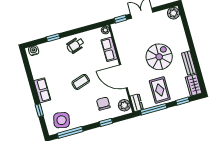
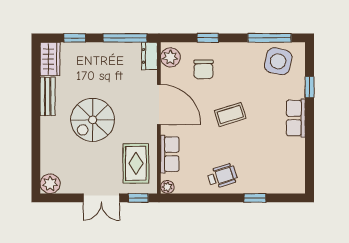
water cooler: (34, 51) -> (292, 186), removed
rug: (160, 90) -> (136, 163), moved

